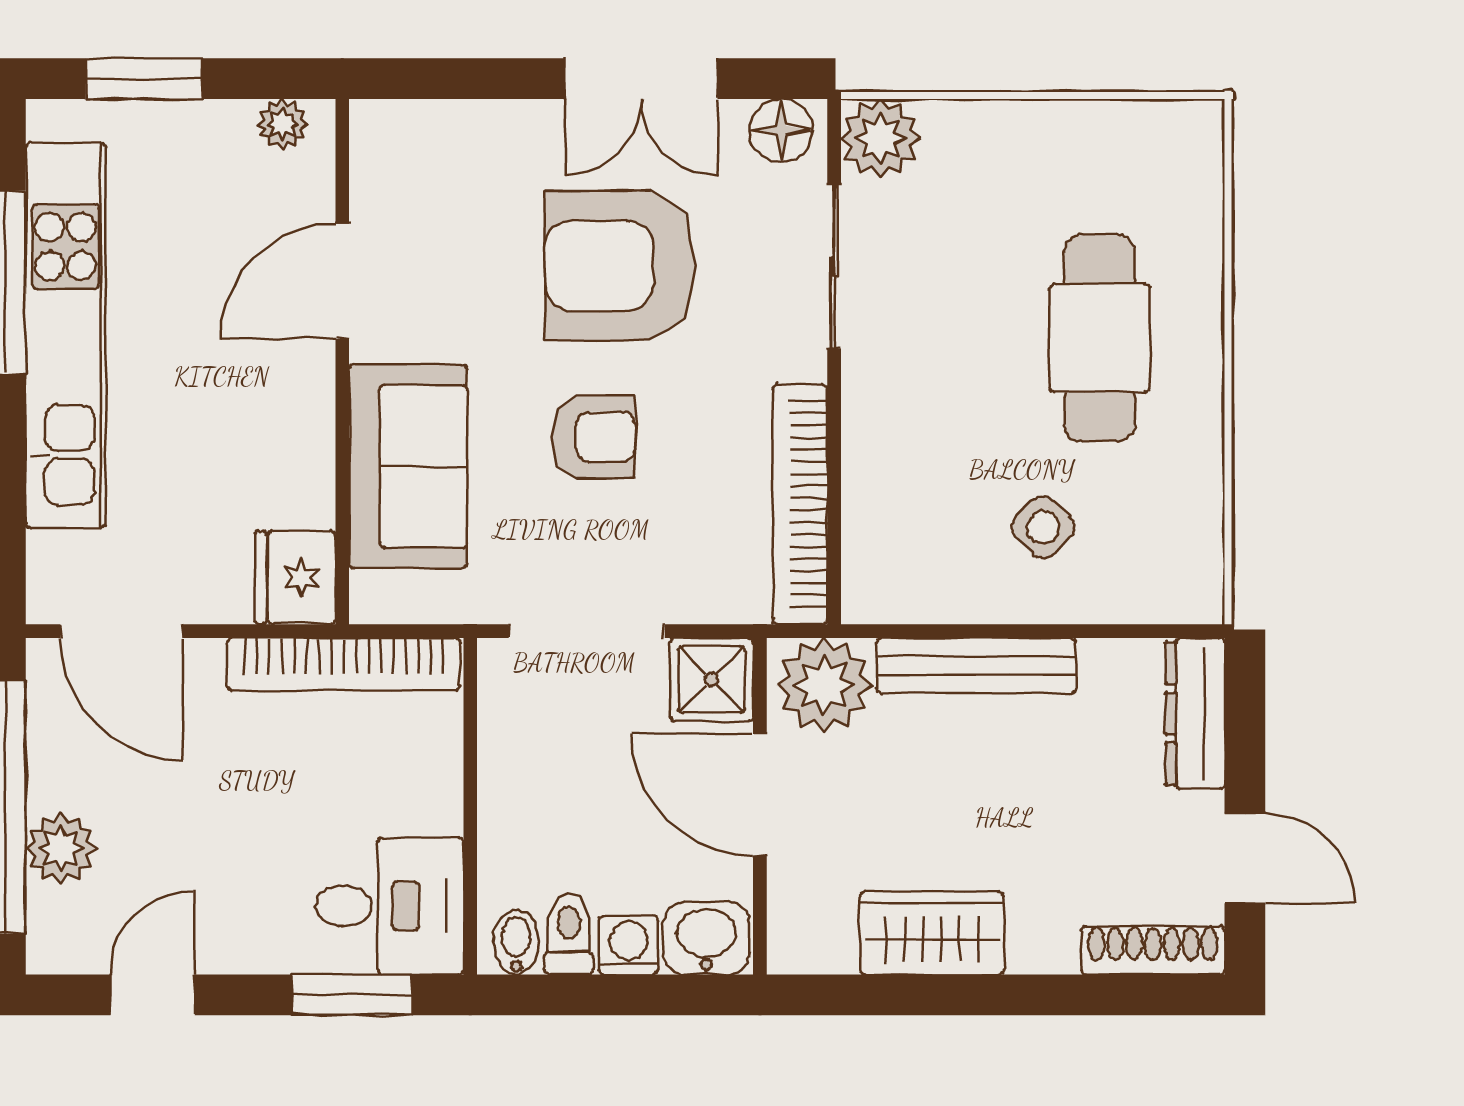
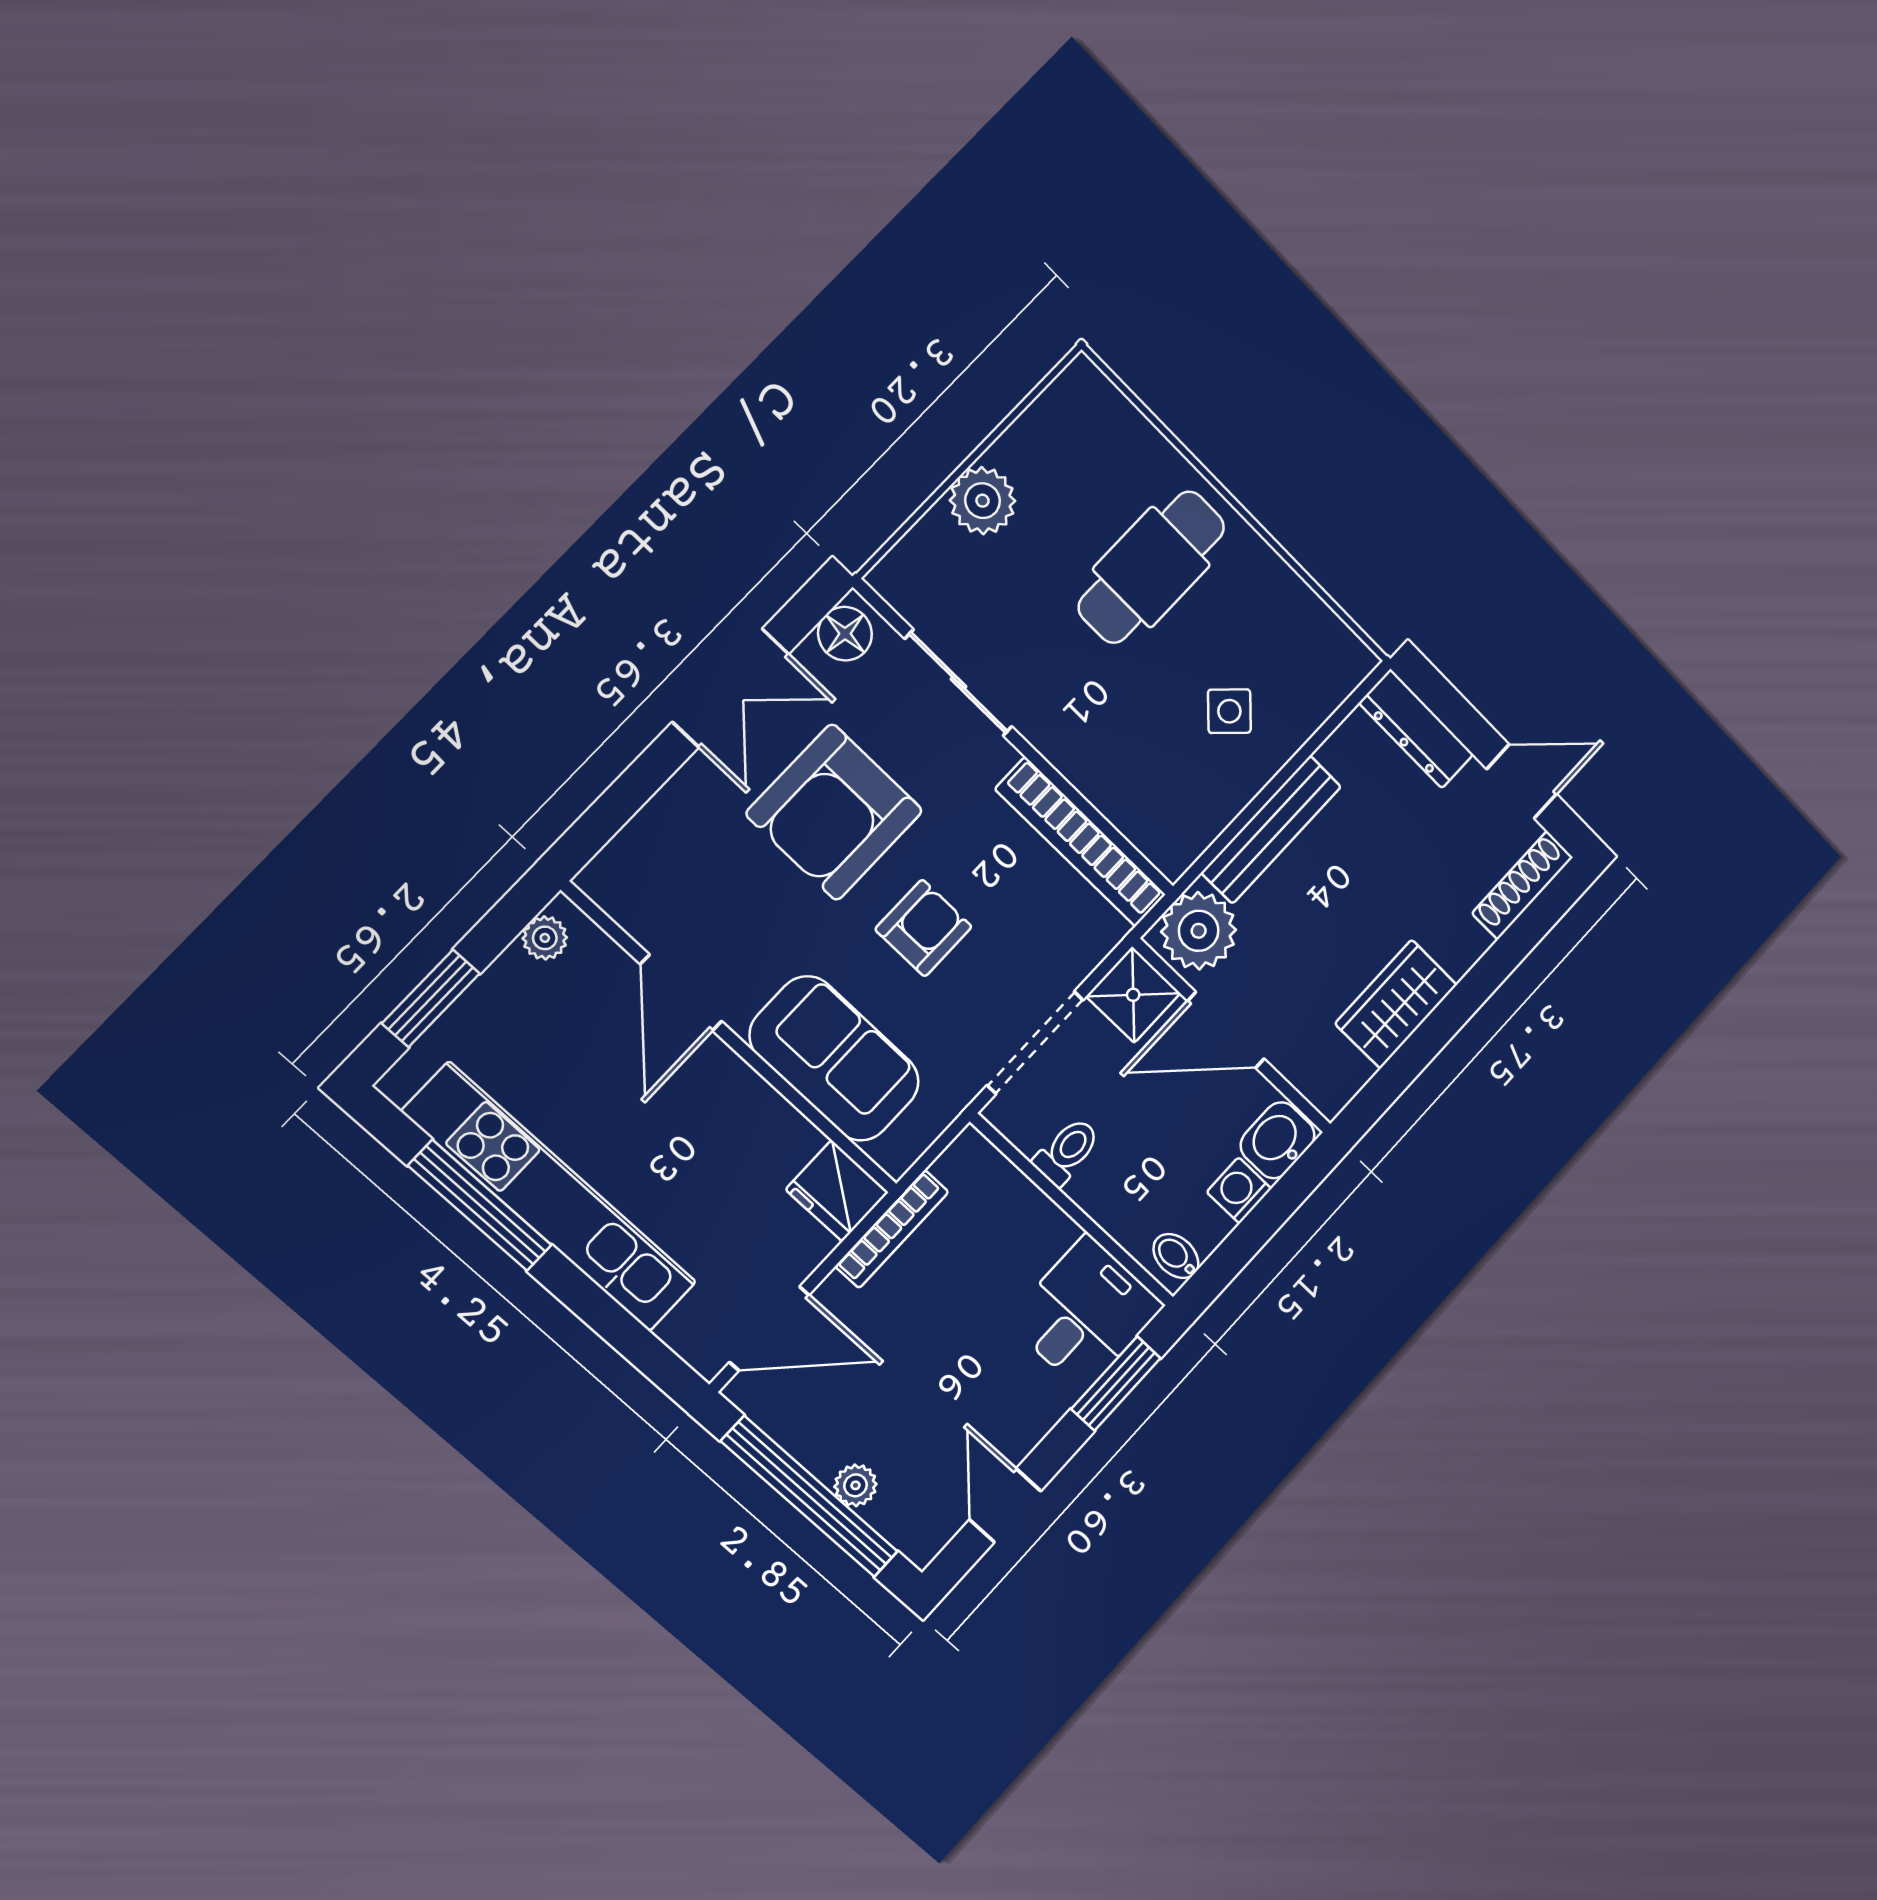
plant: (880, 138) -> (982, 501), moved
cafe table: (1099, 338) -> (1151, 567), turned 90
bookcase: (344, 664) -> (892, 1229), width x0.68, depth x0.76
plant: (61, 849) -> (855, 1485), width x0.73, depth x0.73
toilet: (569, 934) -> (1067, 1151), moved, turned 90

